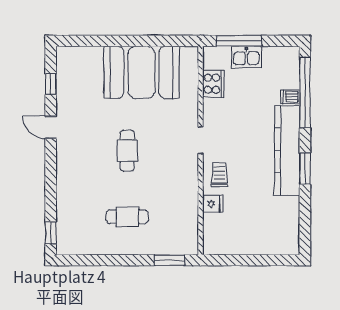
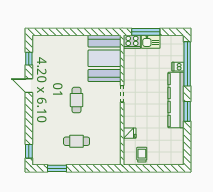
booth: (141, 72) -> (105, 58), moved, turned 90
cooker: (213, 84) -> (132, 42), moved, turned 90
trolley: (219, 175) -> (142, 155), moved
window: (169, 260) -> (57, 168), moved

